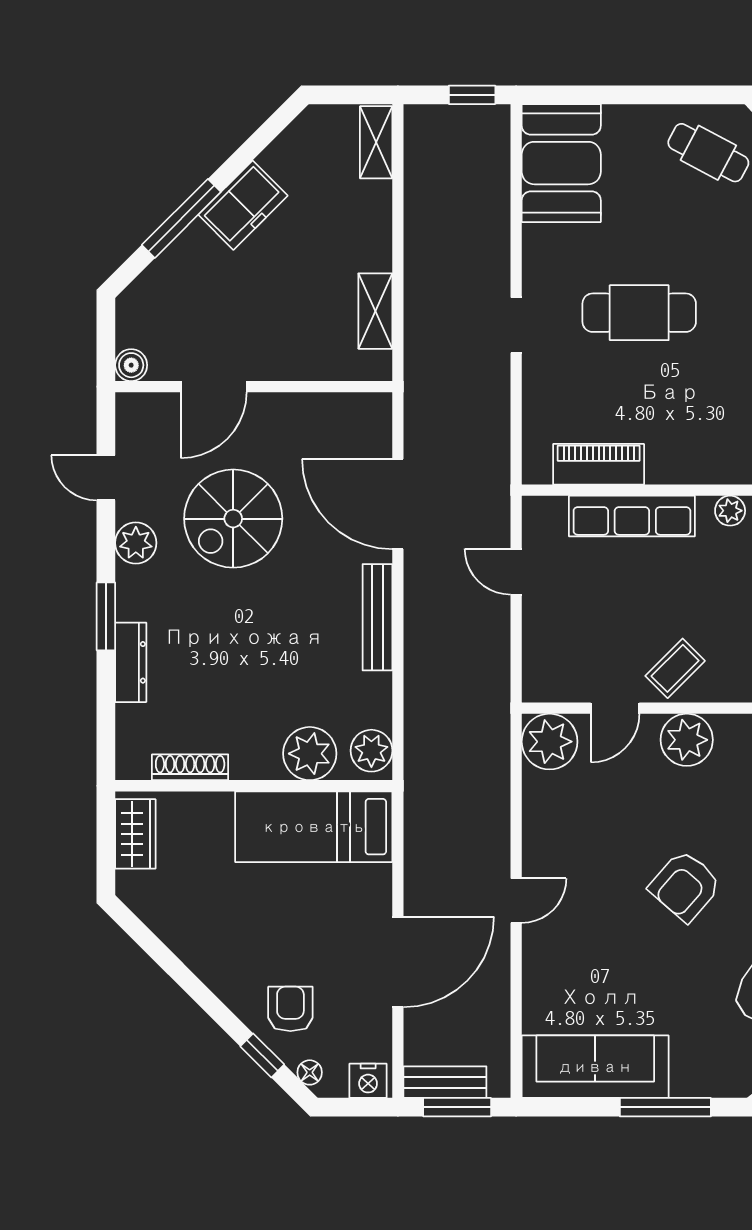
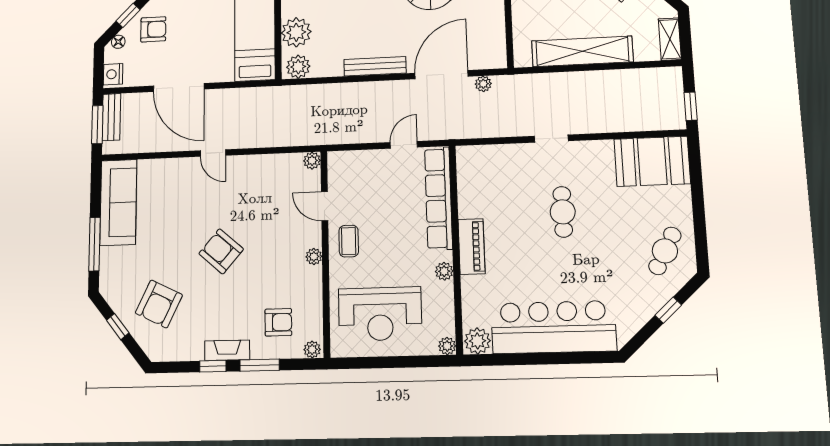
shelving: (376, 142) -> (670, 39), moved, turned 90
shelving: (375, 311) -> (582, 51), width x2.20, depth x1.33
cafe table: (639, 313) -> (563, 212), width x0.73, depth x0.74
plant: (417, 434) -> (483, 84), added
piano: (599, 464) -> (472, 247), moved
row of seats: (632, 516) -> (438, 198), width x1.36
coffee table: (675, 668) -> (349, 241), turned 45
plant: (687, 740) -> (314, 257), width x0.53, depth x0.53
plant: (550, 742) -> (312, 161), width x0.53, depth x0.53

